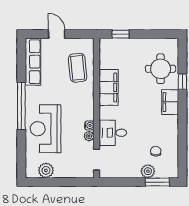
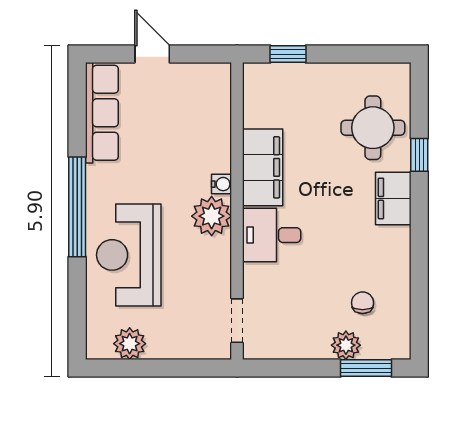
coffee table: (78, 68) -> (197, 126), removed
water cooler: (89, 125) -> (222, 184), moved
desk: (113, 133) -> (272, 235), moved
plant: (89, 136) -> (212, 216), moved, width x1.88, depth x1.88

